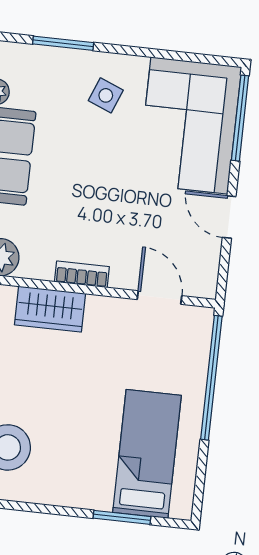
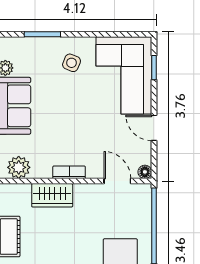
window: (240, 118) -> (154, 68), width x0.46
floor lamp: (206, 288) -> (145, 172), added

